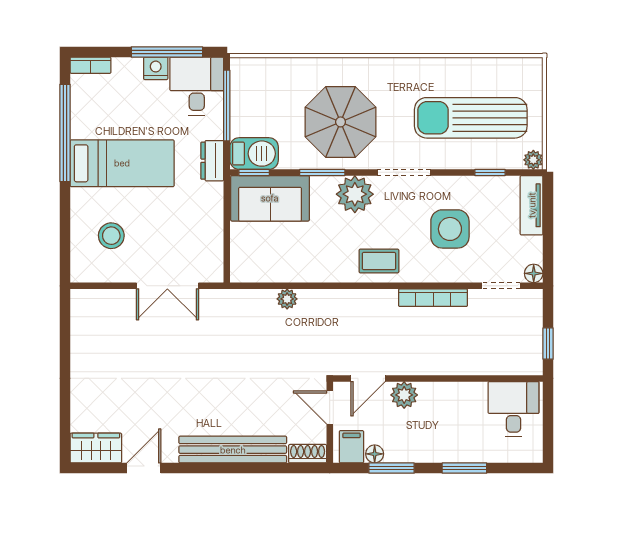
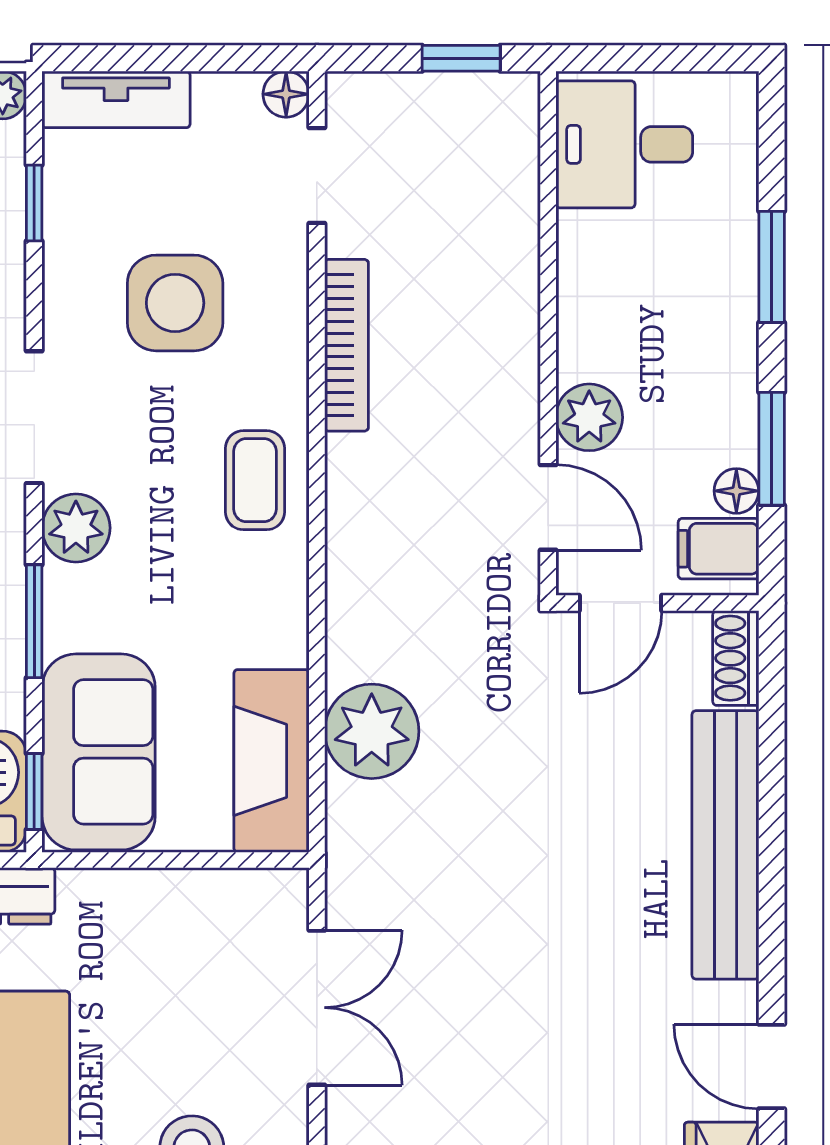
plant: (355, 194) -> (76, 528), width x0.73, depth x0.73
fireplace: (266, 268) -> (272, 761), added
plant: (287, 299) -> (372, 731), width x1.87, depth x1.87

